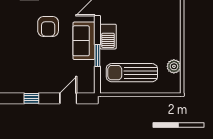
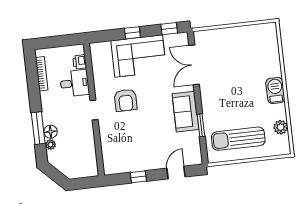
armchair: (48, 26) -> (126, 100), moved
barbecue: (108, 37) -> (275, 90), moved, turned 180

